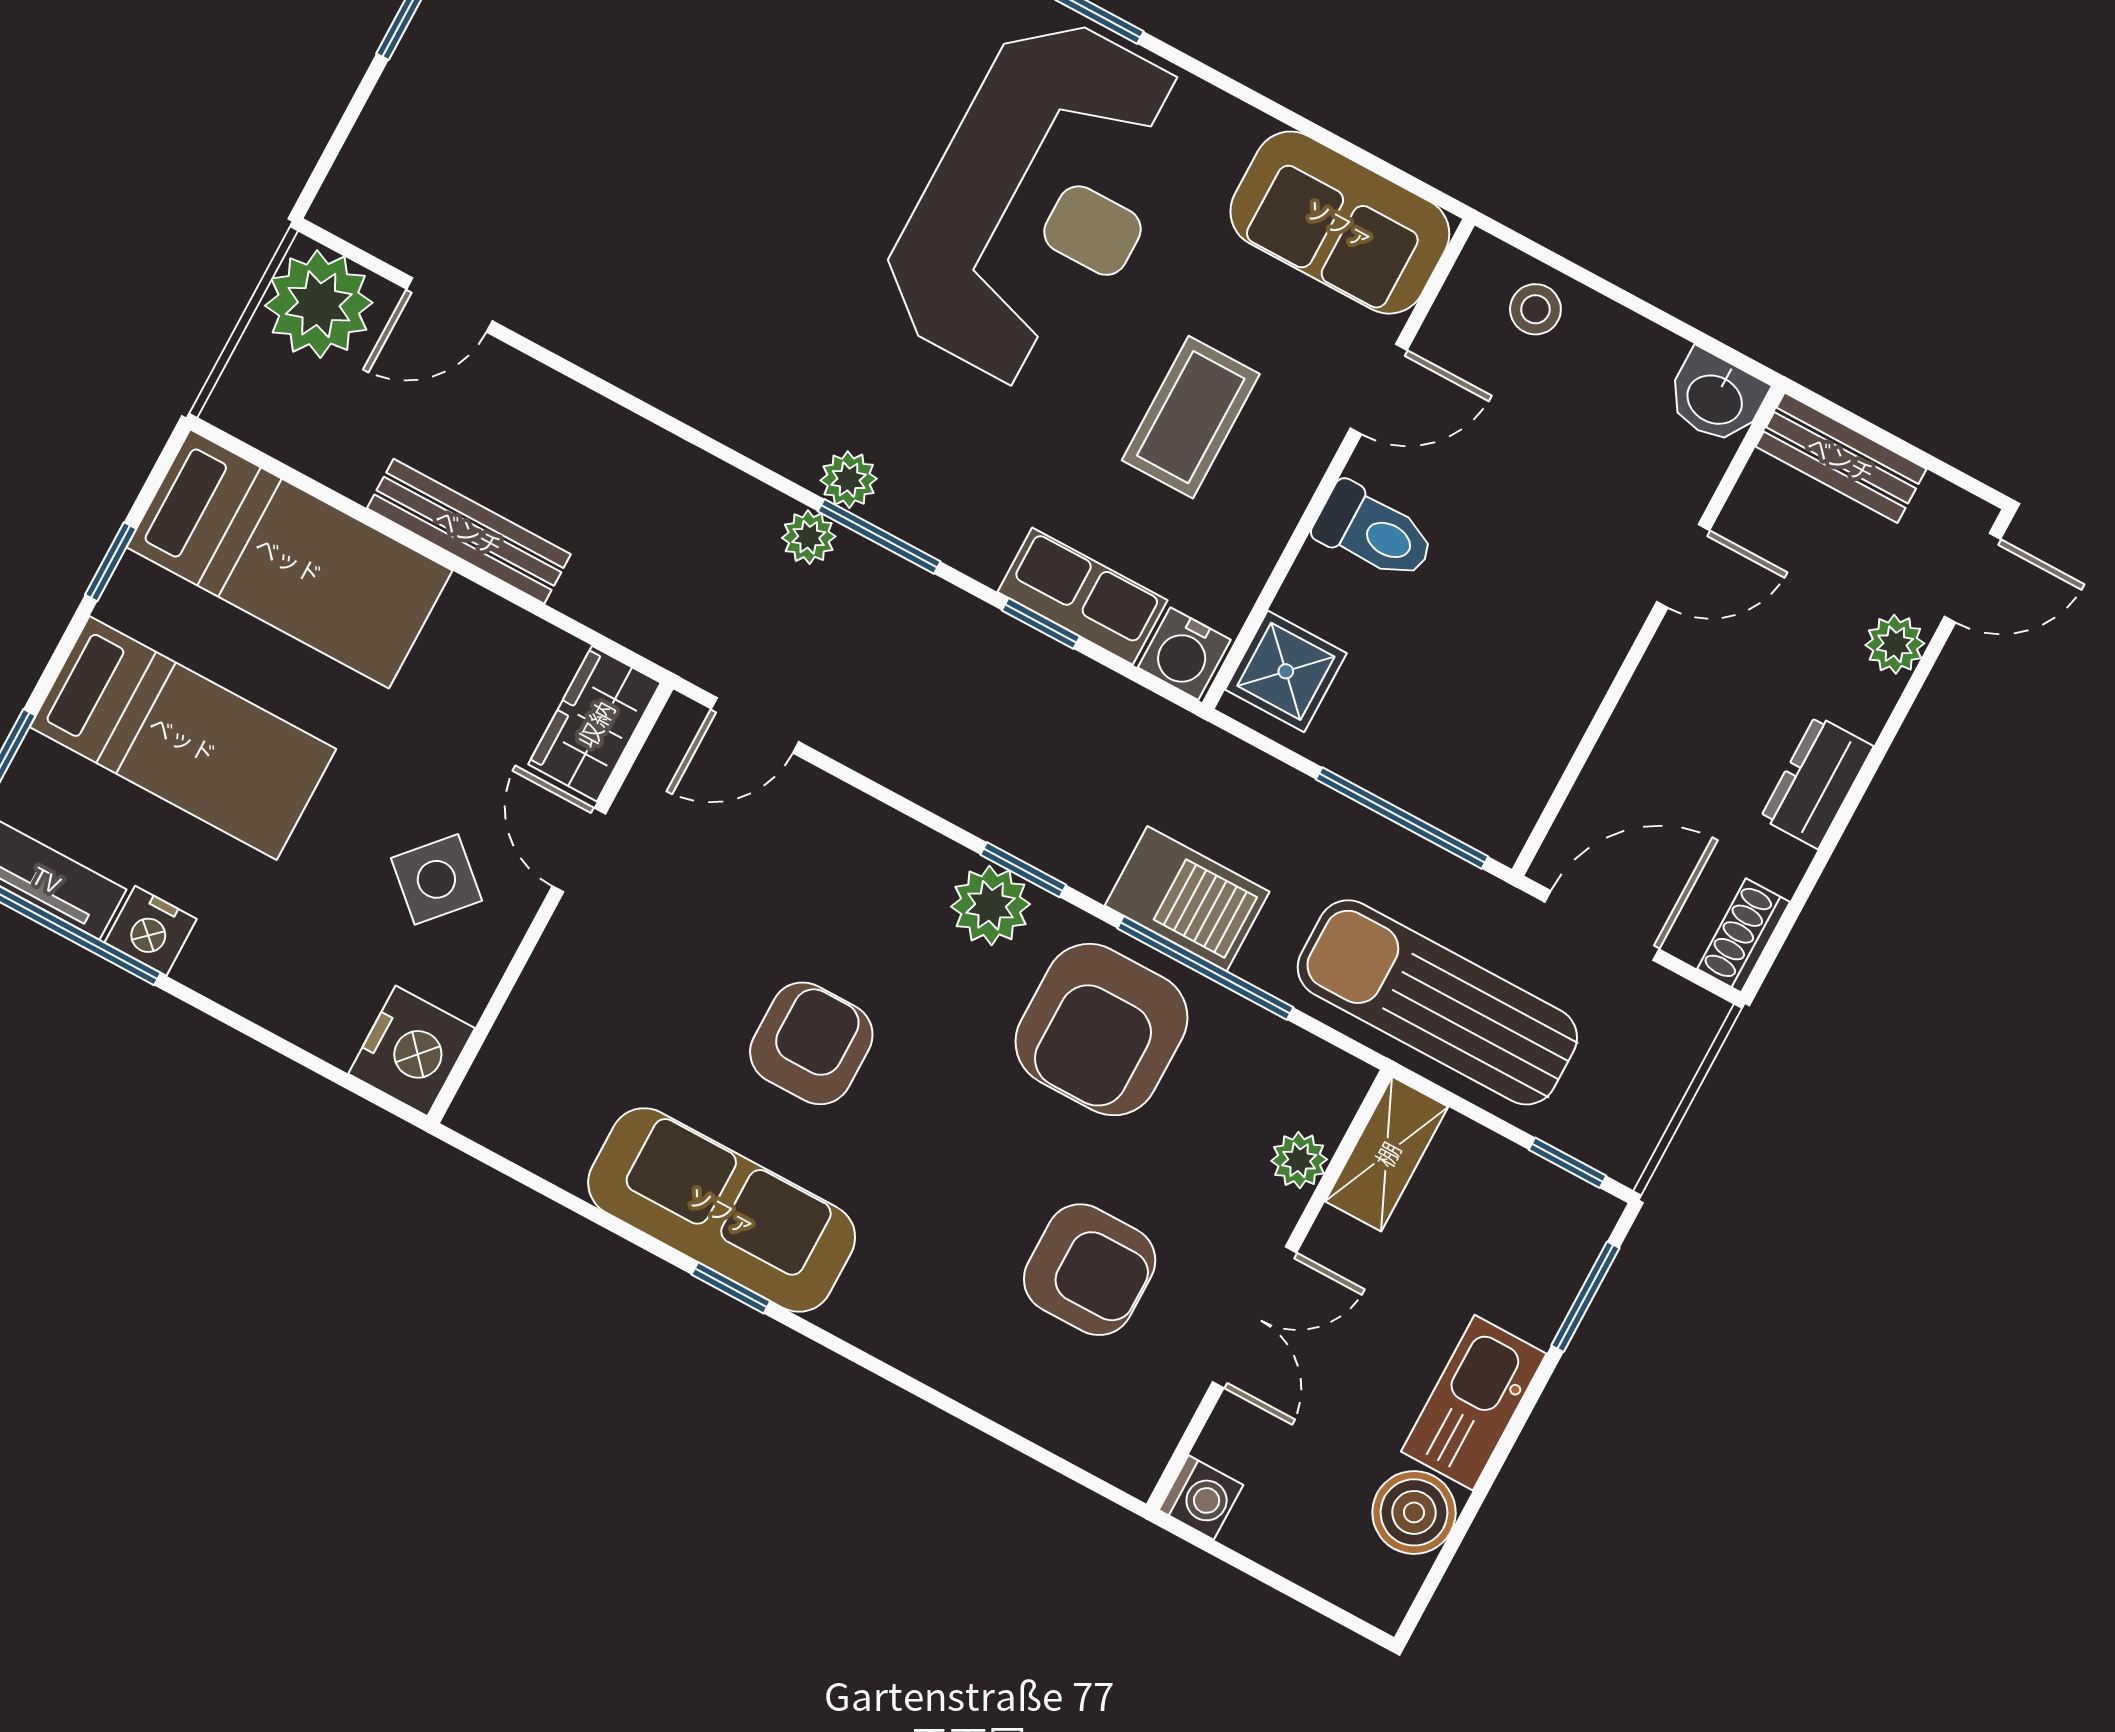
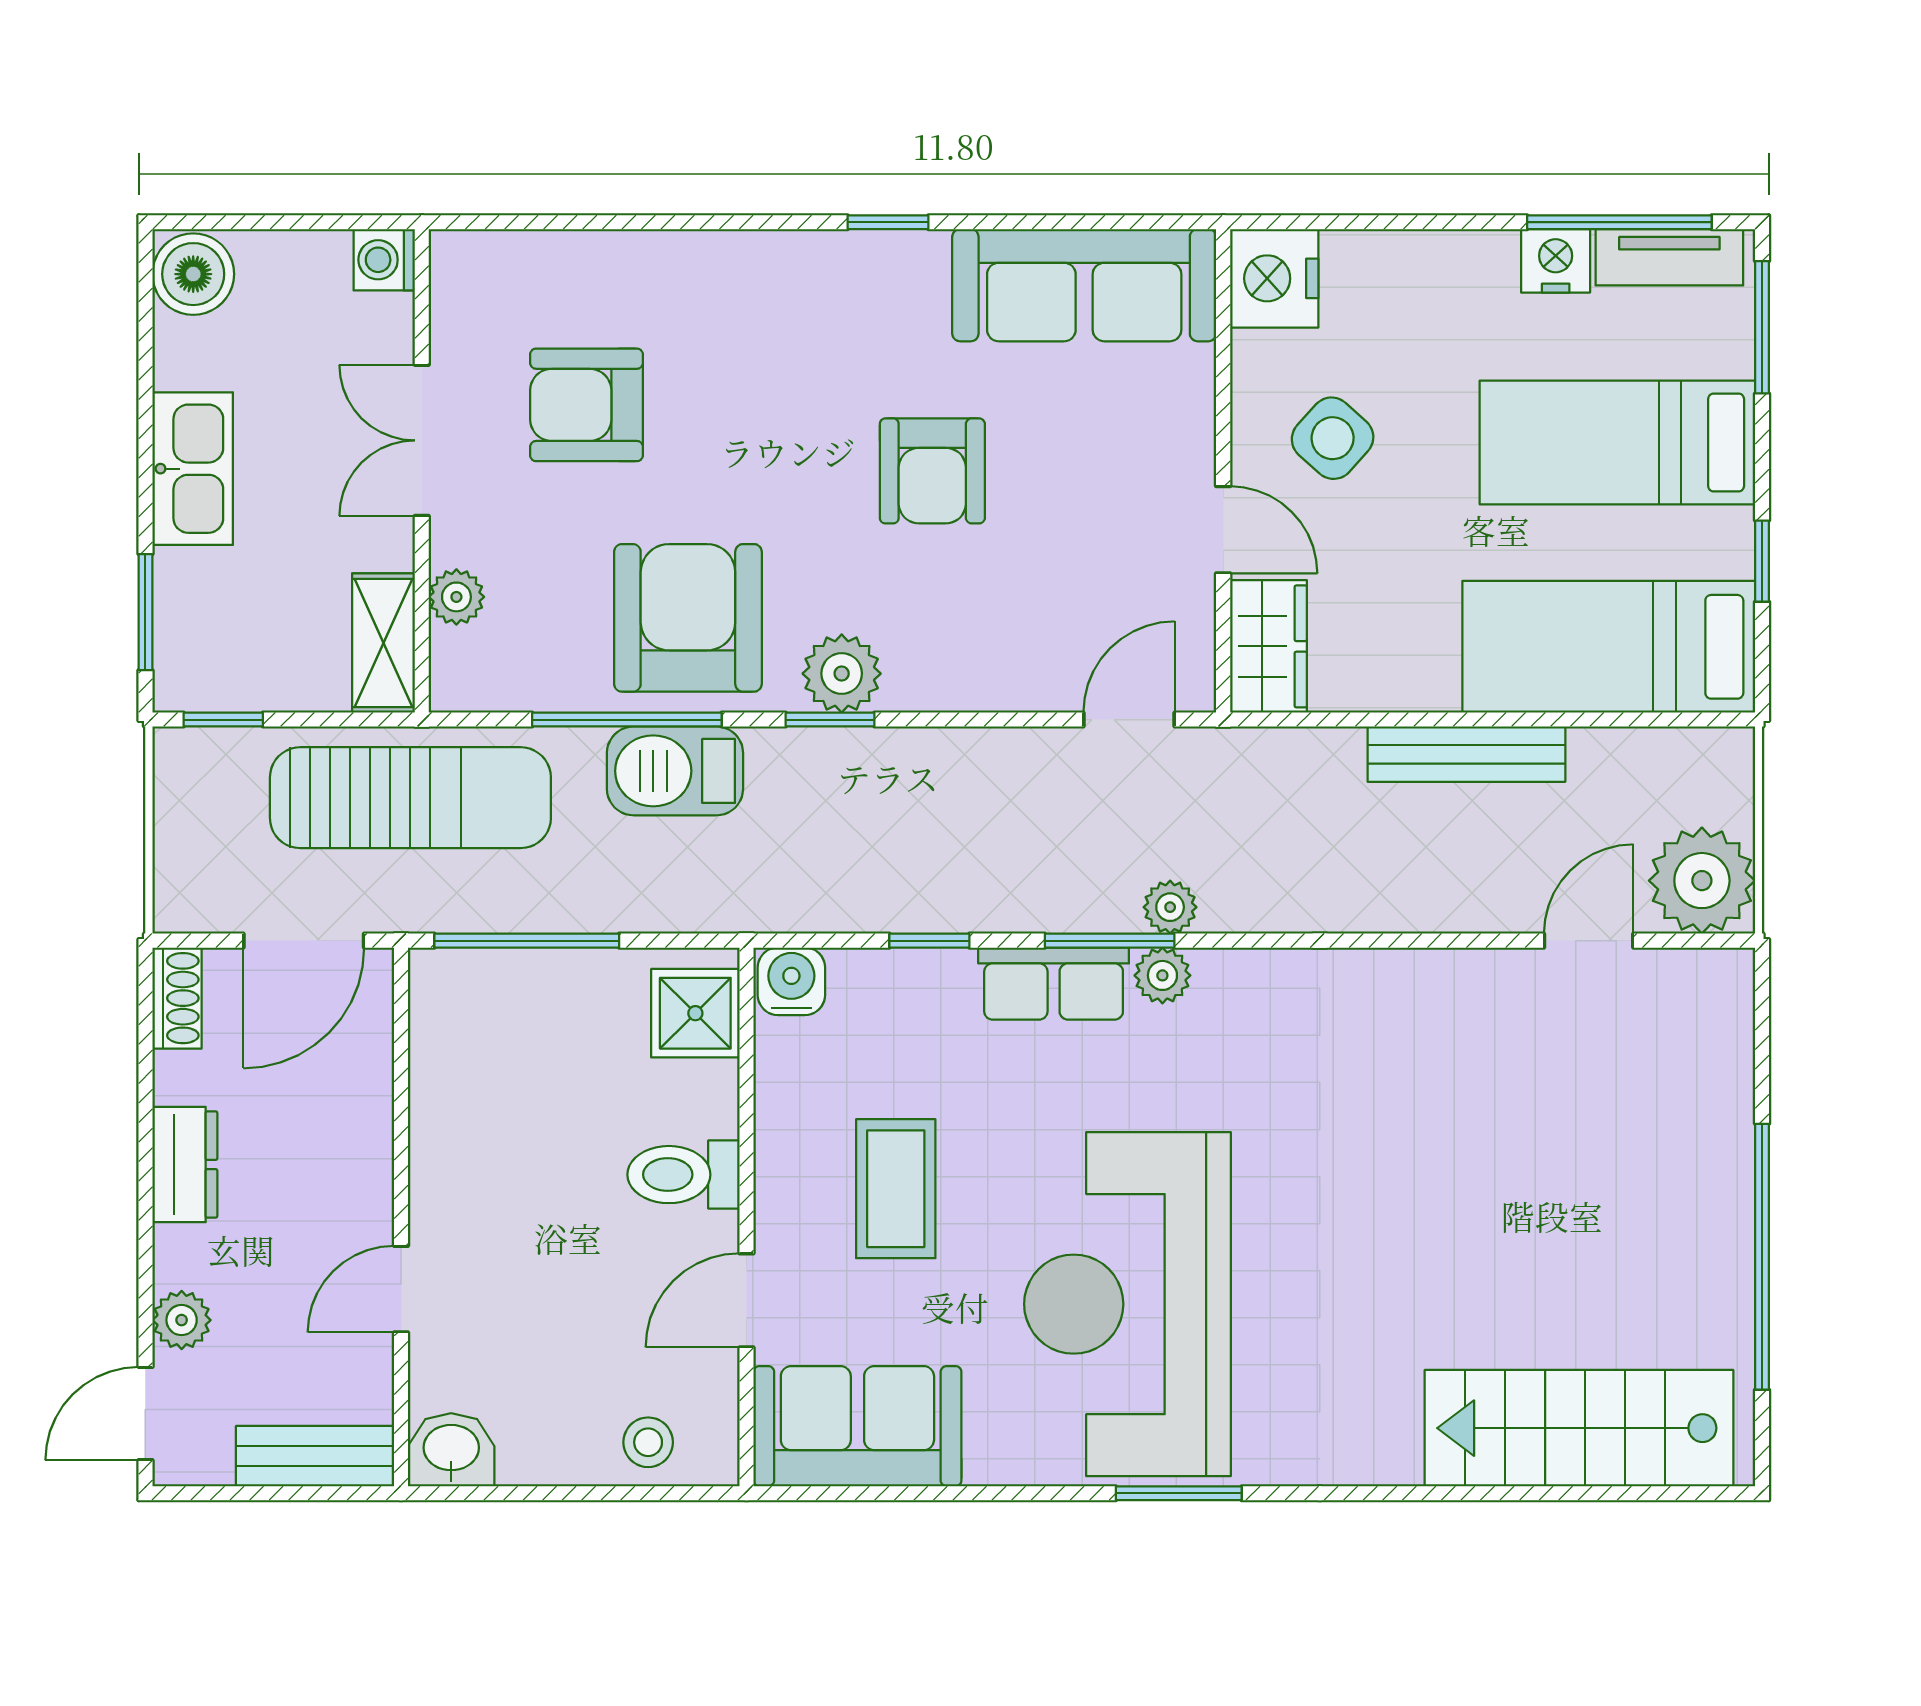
row of seats: (1082, 596) -> (1054, 984), moved
sofa: (722, 1210) -> (1084, 285), moved
boiler: (1414, 1512) -> (193, 274), moved

